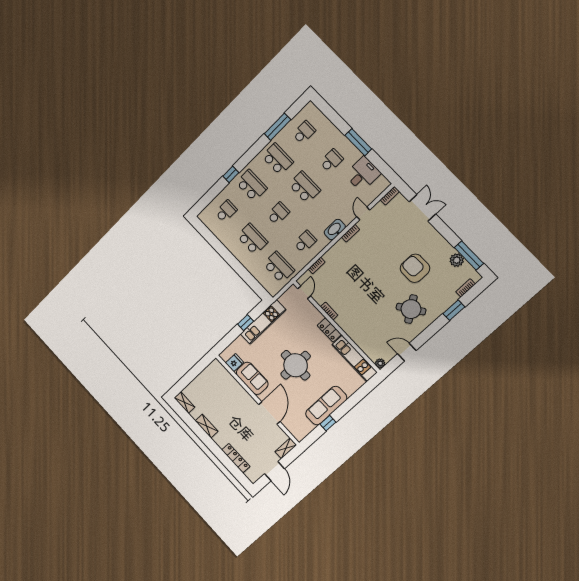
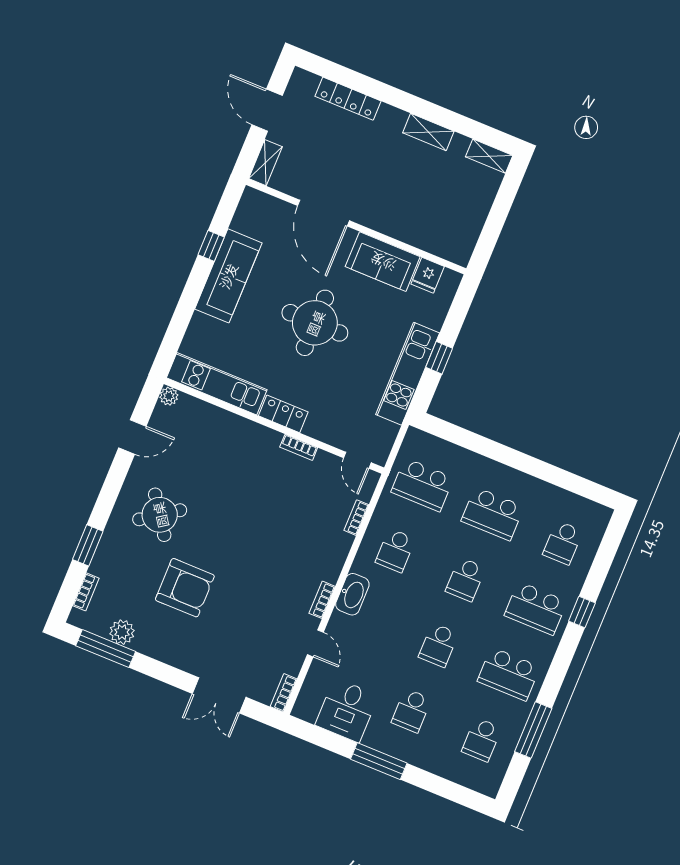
school desk: (305, 187) -> (438, 645), width x0.54

